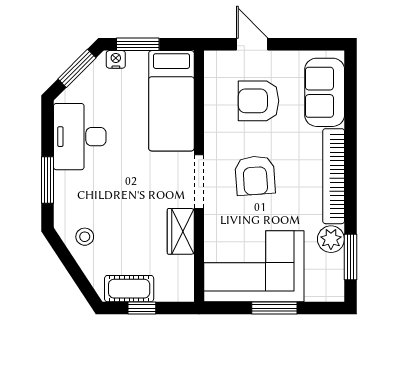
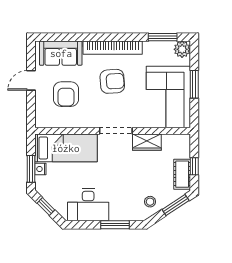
door: (252, 44) -> (31, 80), moved
nightstand: (116, 59) -> (40, 169), moved
window: (77, 68) -> (46, 206), width x0.67
armchair: (255, 176) -> (112, 81), moved
plant: (331, 239) -> (182, 49), moved
window: (79, 278) -> (176, 205), added

